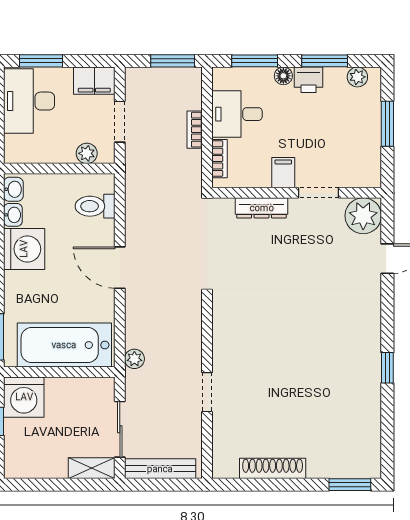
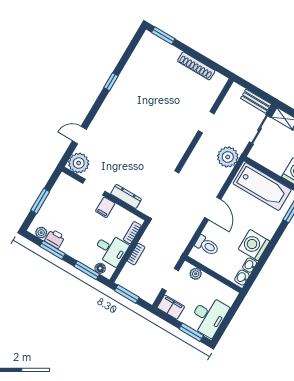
floor lamp: (283, 76) -> (100, 268), moved
printer: (308, 80) -> (55, 239), moved
plant: (134, 359) -> (228, 157), width x1.88, depth x1.88
bench: (160, 469) -> (256, 101), width x0.73

